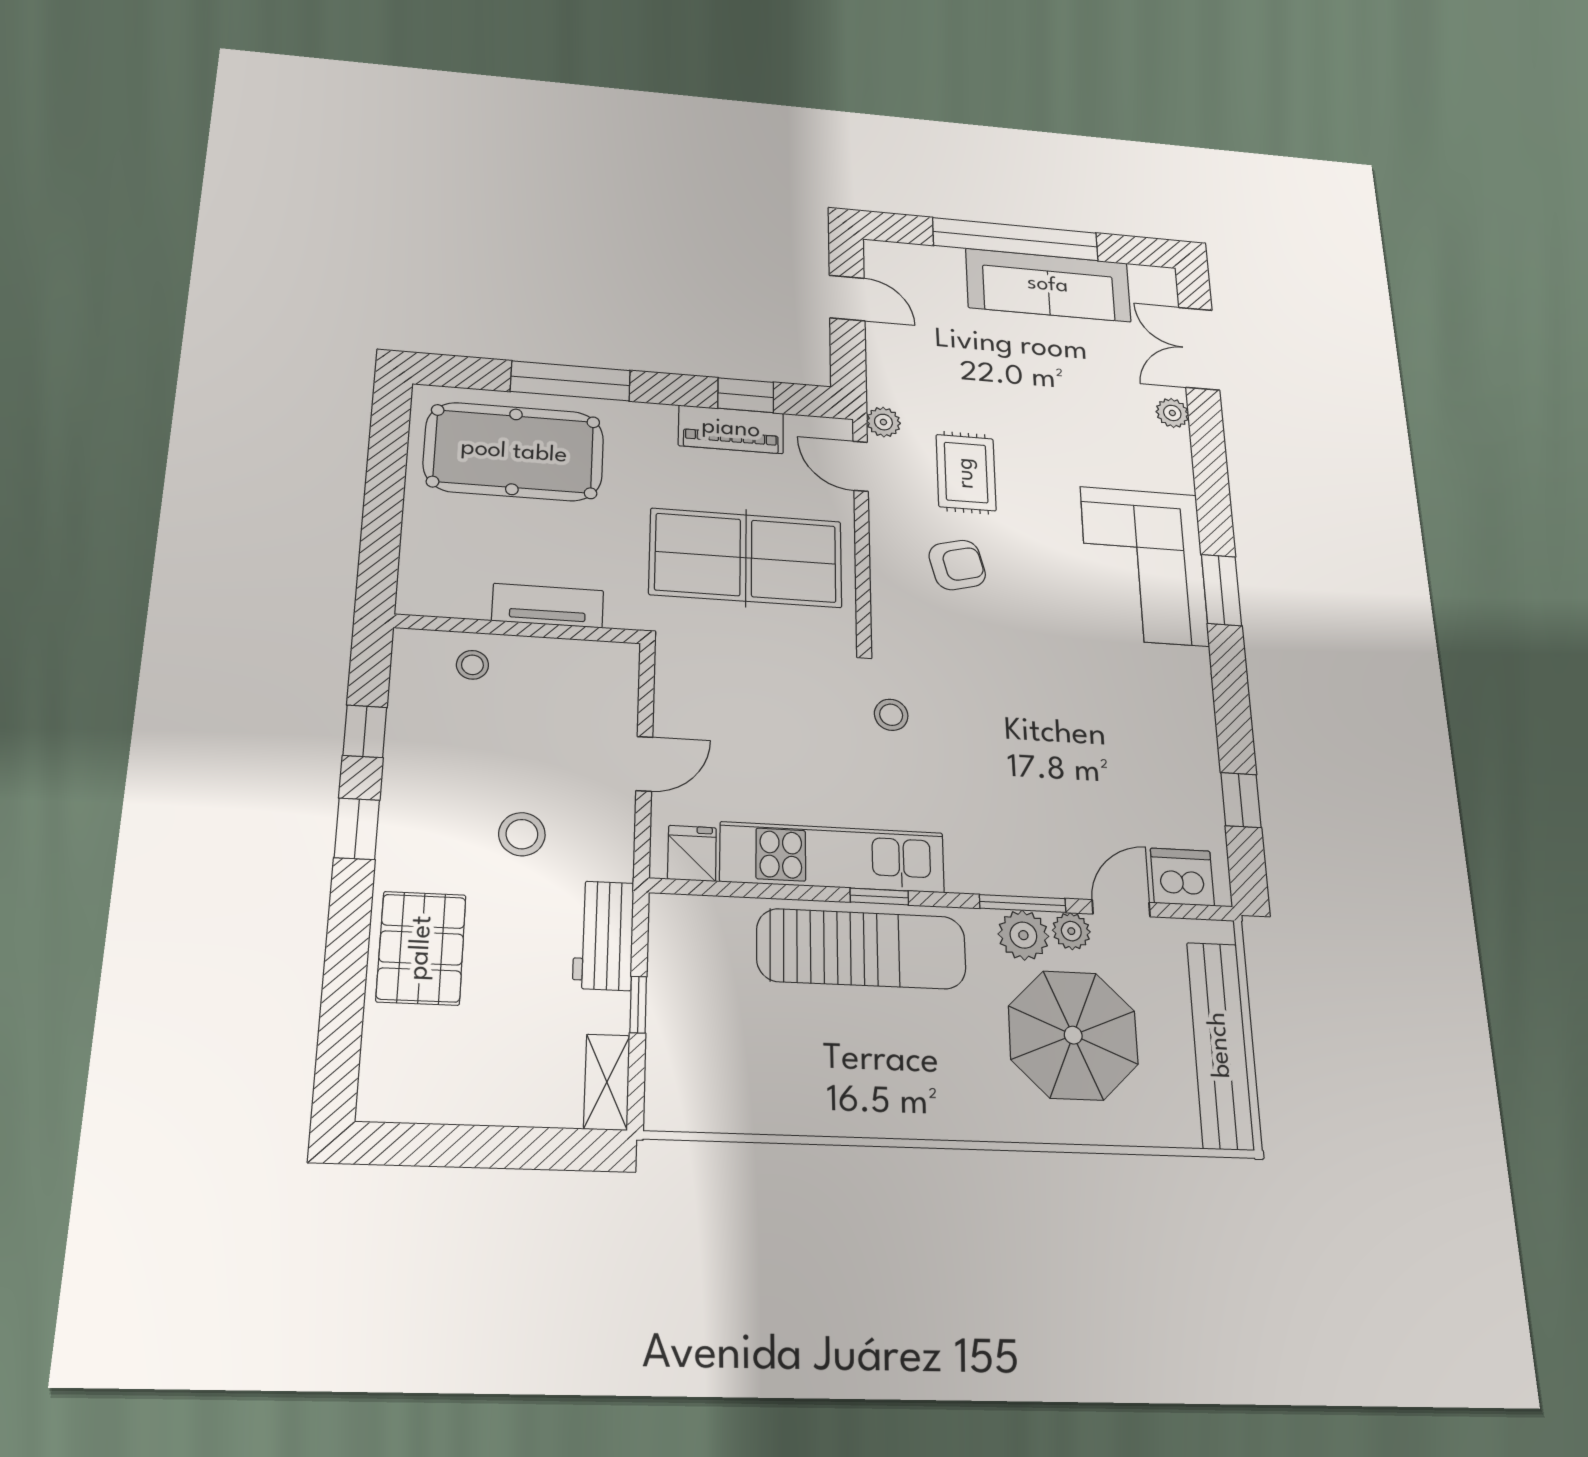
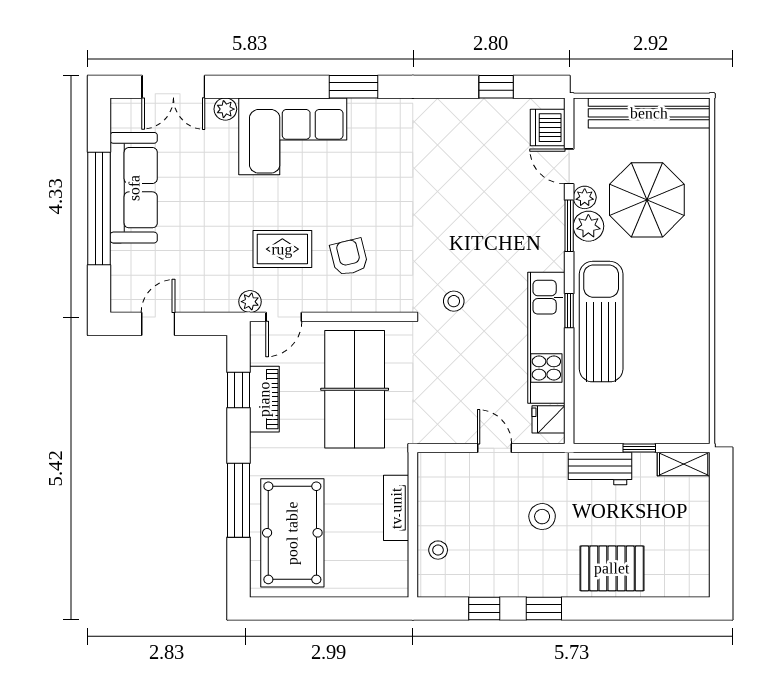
corner sofa: (1144, 566) -> (293, 136), moved

